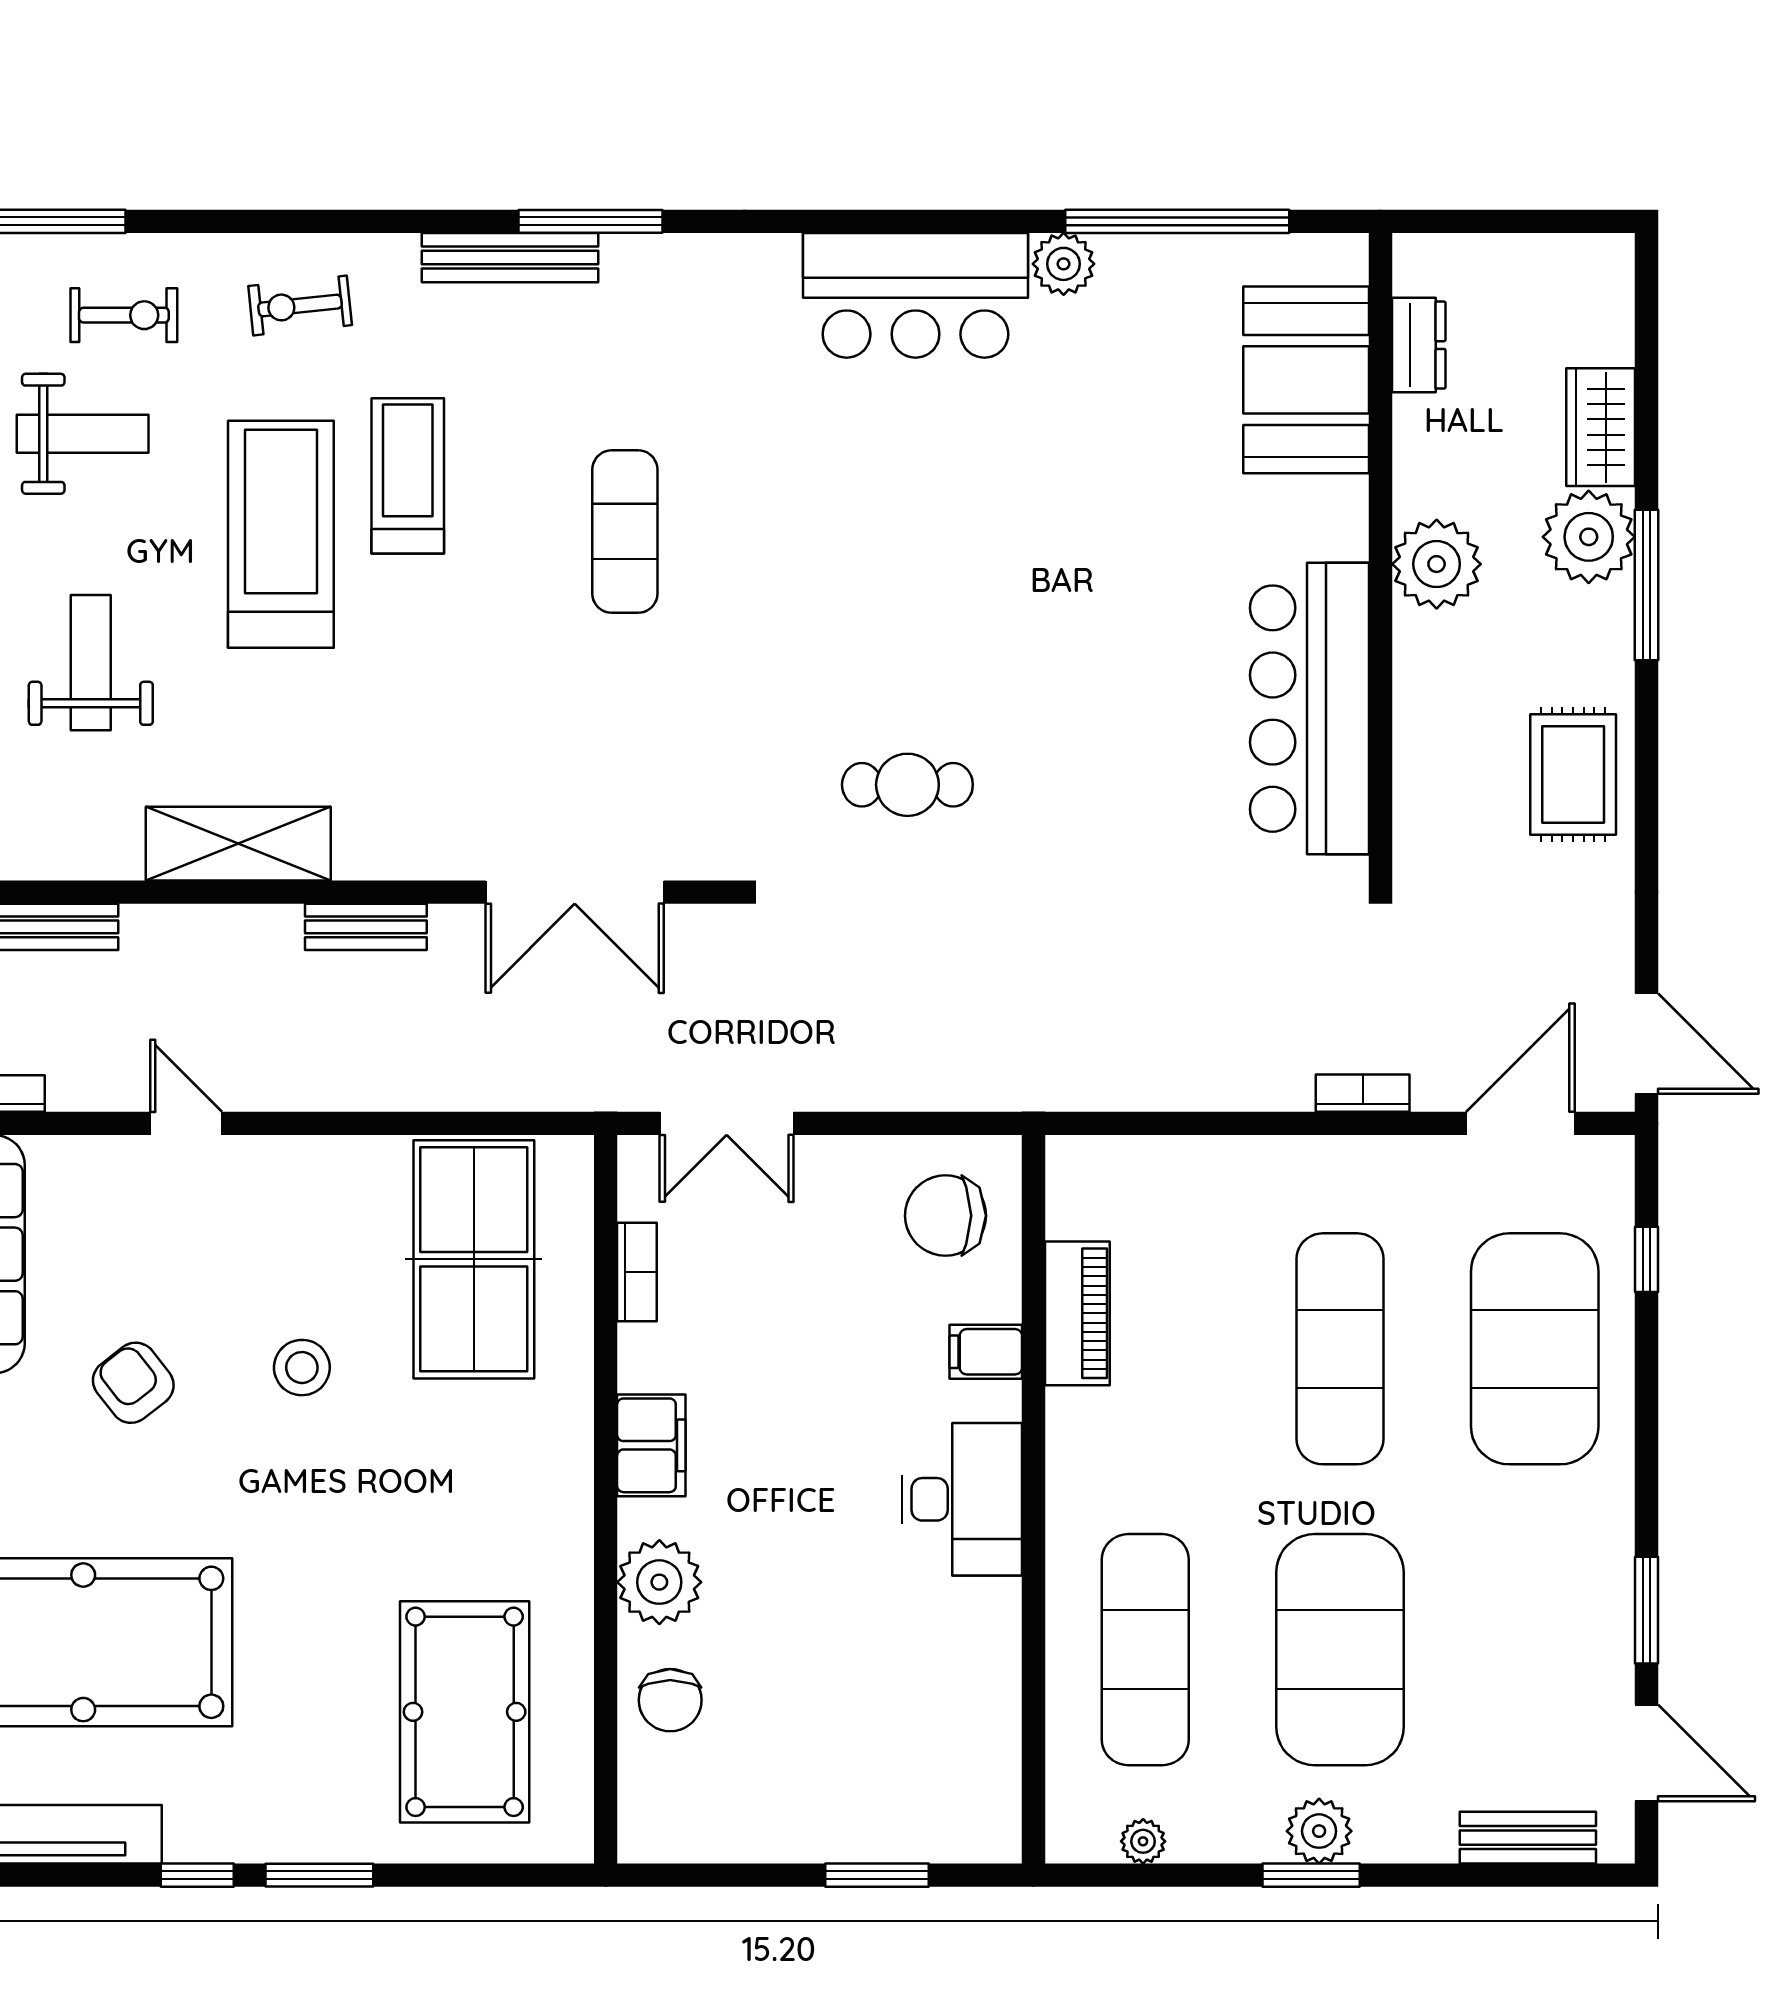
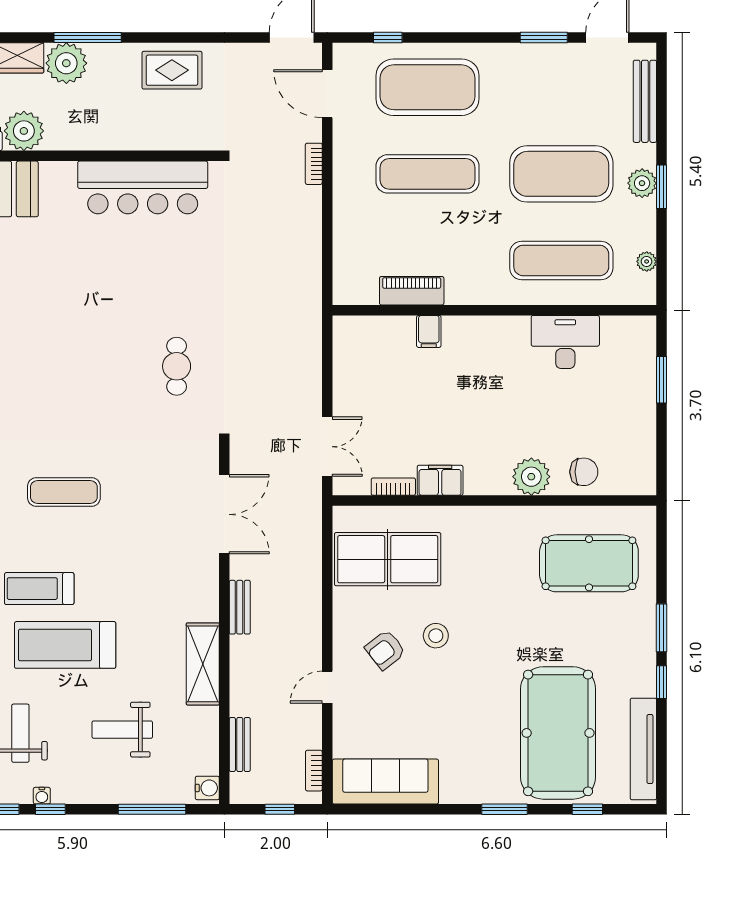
plant: (1437, 564) -> (24, 131), moved
chair: (945, 1216) -> (368, 349), removed
armchair: (133, 1383) -> (385, 650), moved
filing cabinet: (651, 1445) -> (440, 480), moved
desk: (962, 1499) -> (565, 342), moved
bench: (1528, 1838) -> (645, 101), width x1.36

